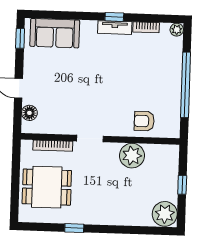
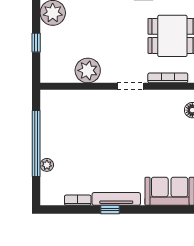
tv unit: (115, 28) -> (116, 199), width x1.41
plant: (177, 30) -> (47, 165), moved
armchair: (144, 121) -> (77, 106), removed

